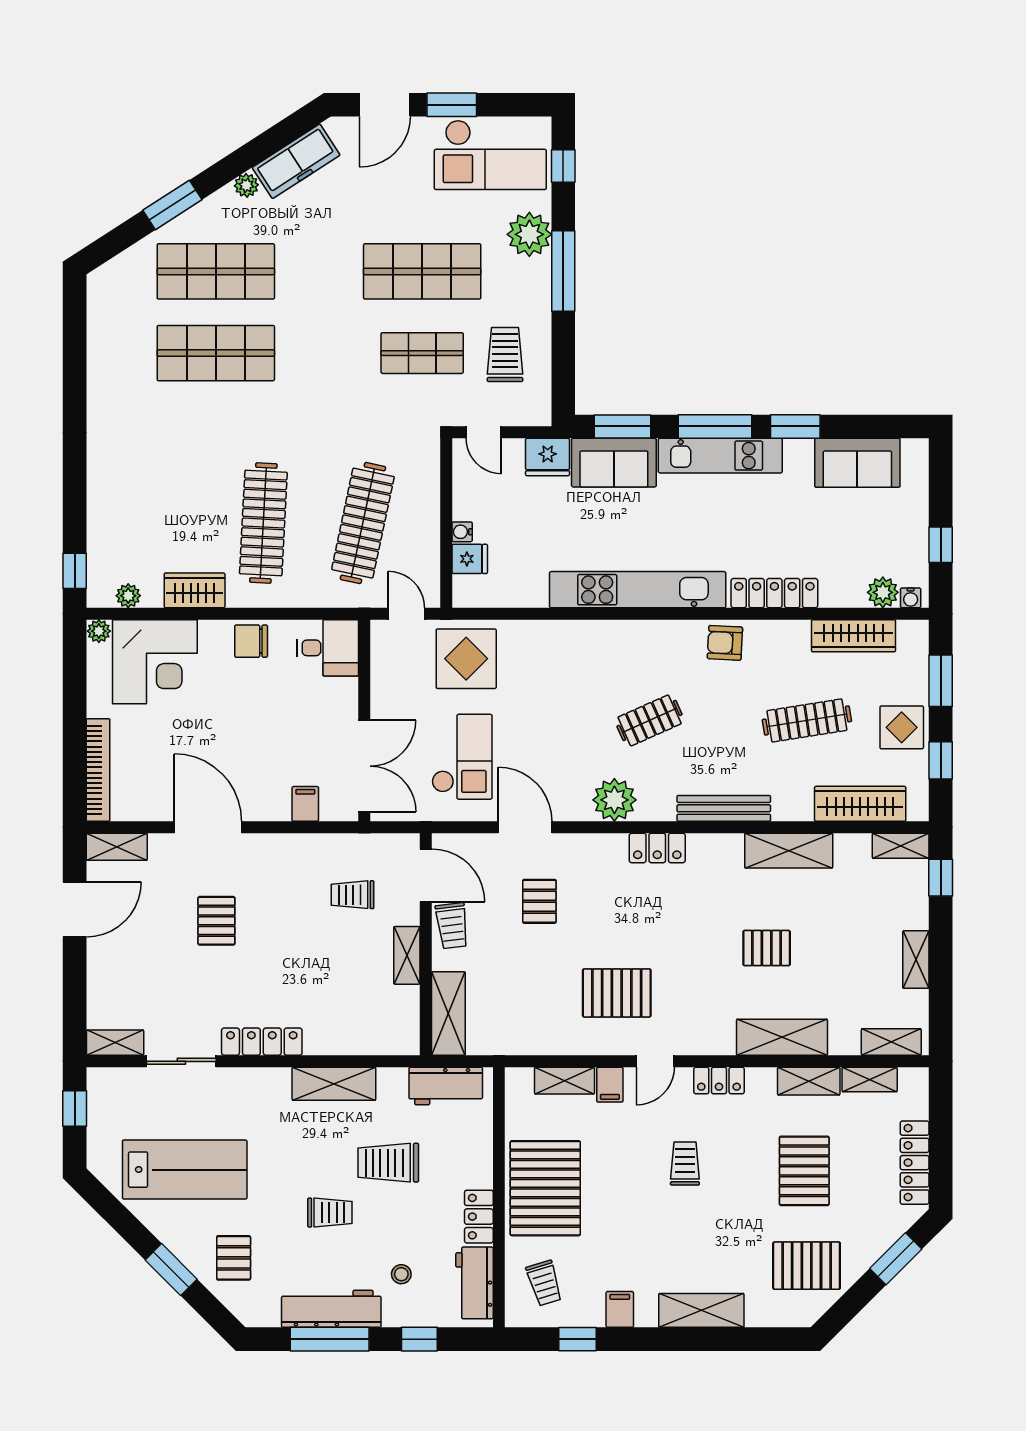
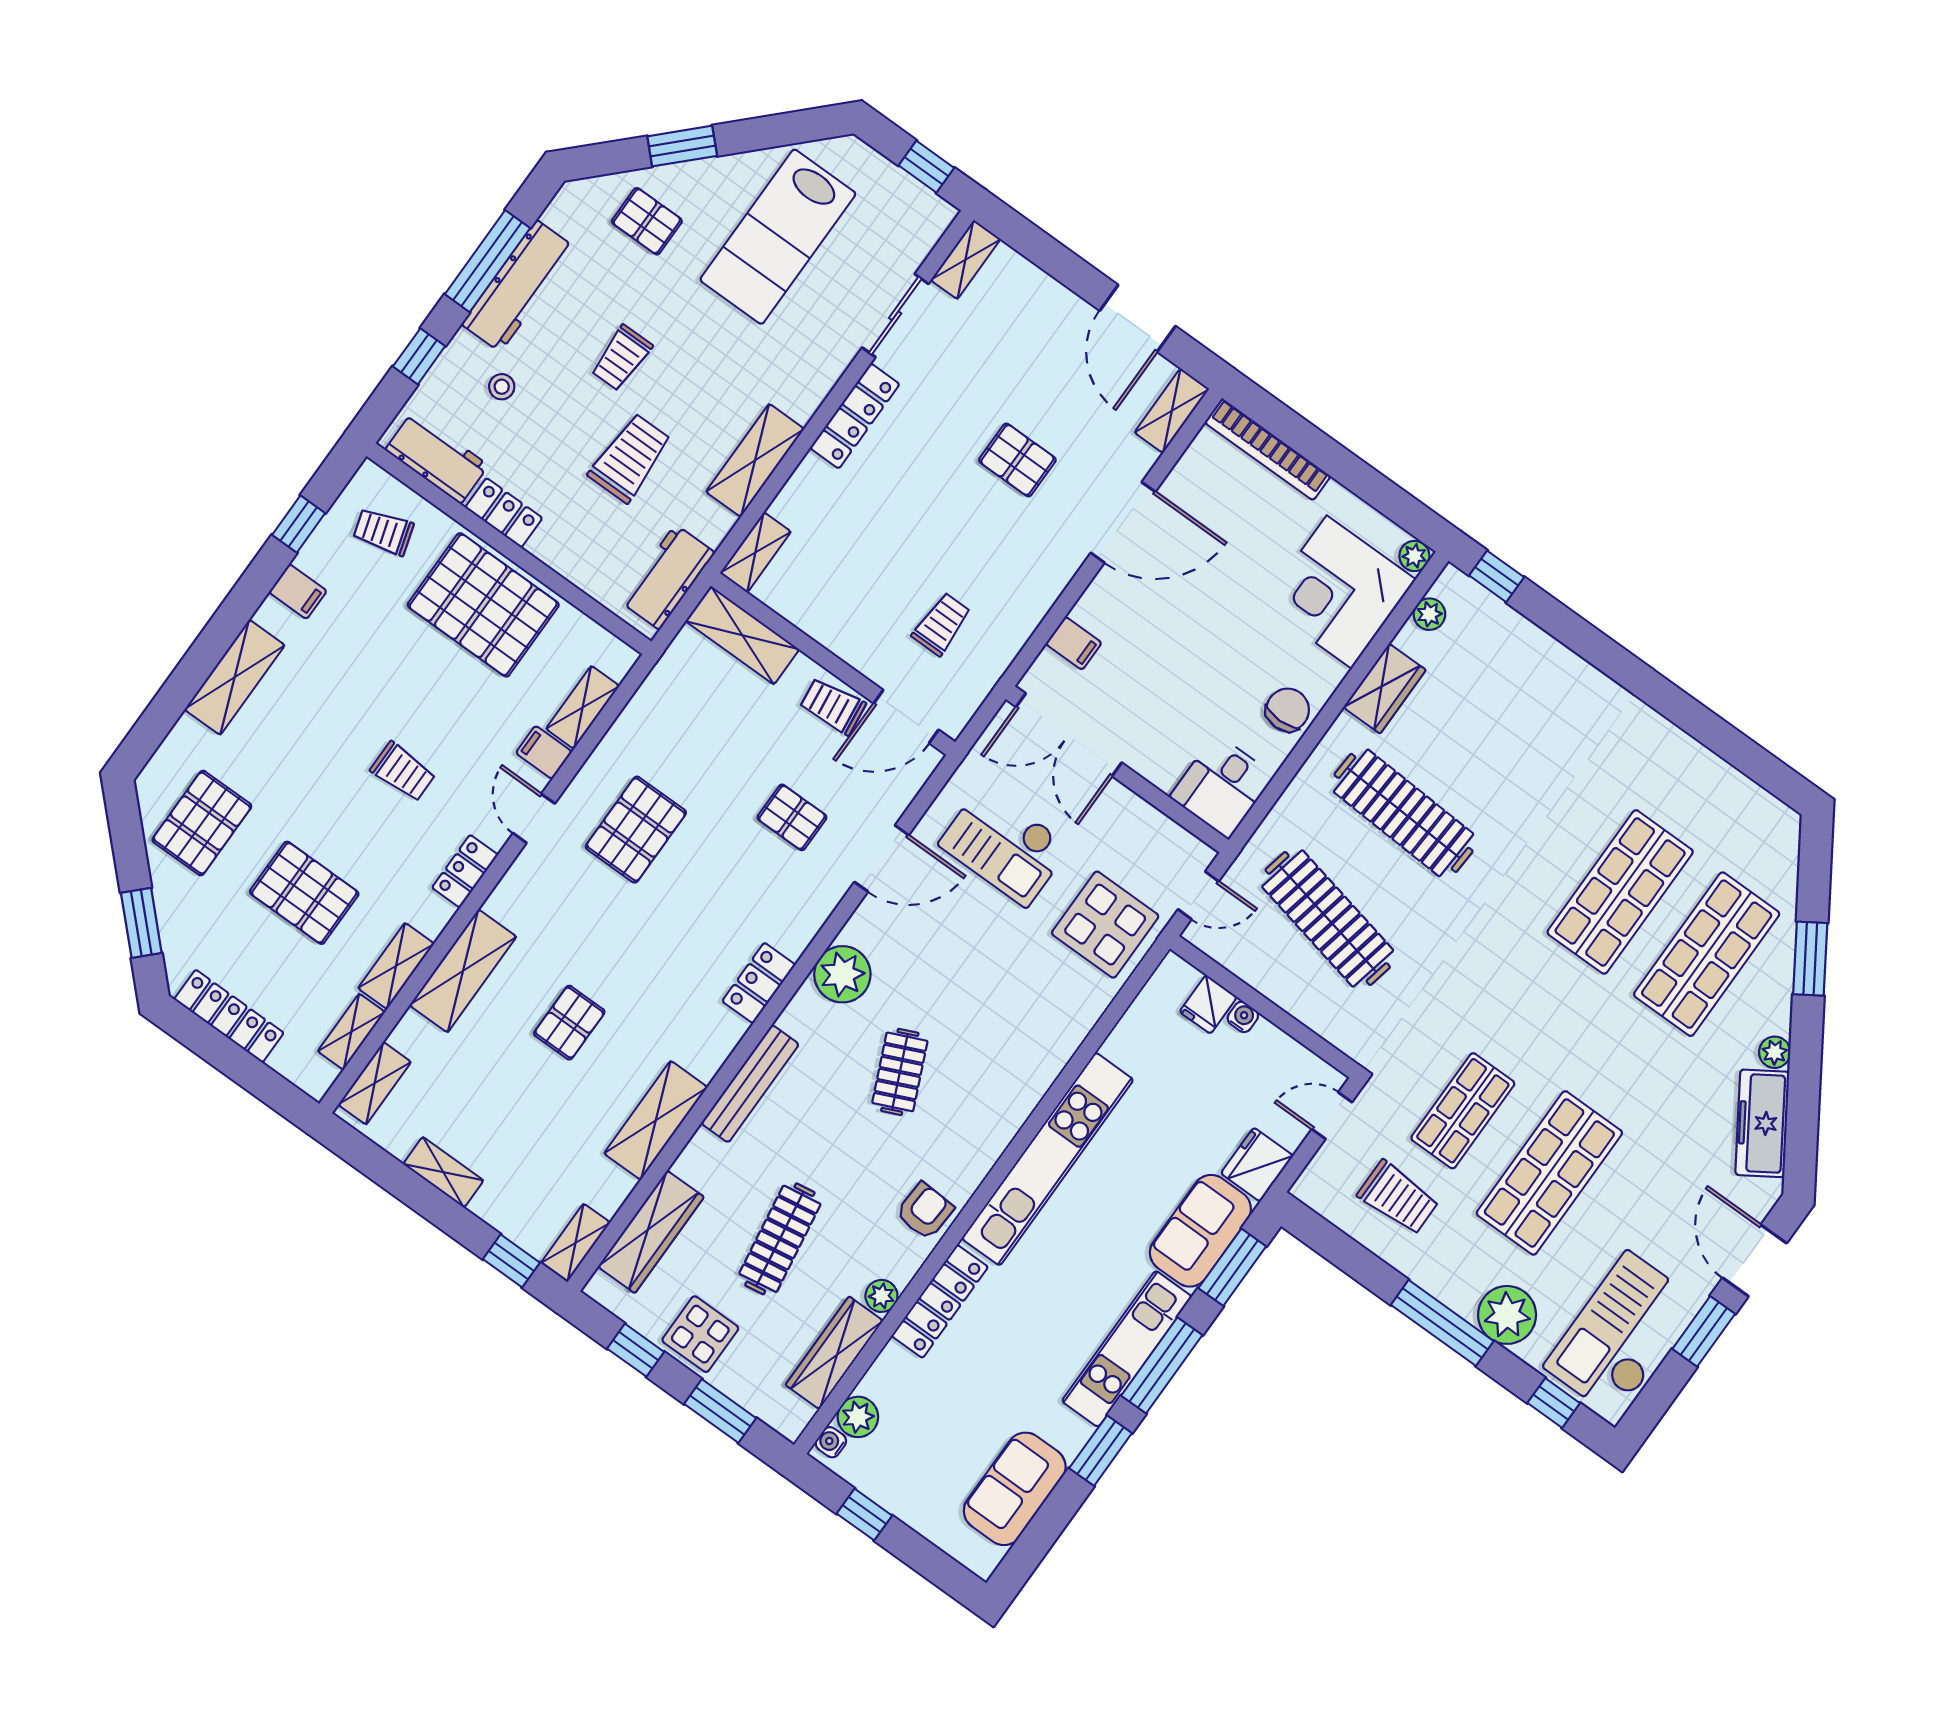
plant: (797, 632) -> (881, 1296), added
shelving: (407, 955) -> (755, 552), moved, turned 90

